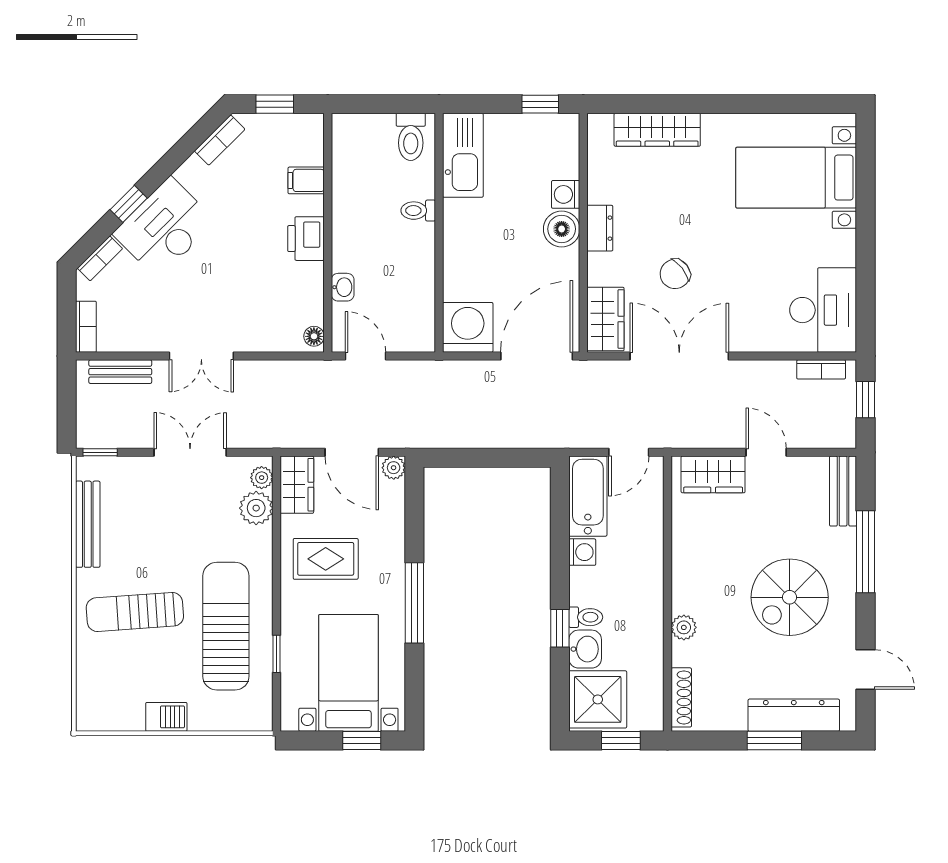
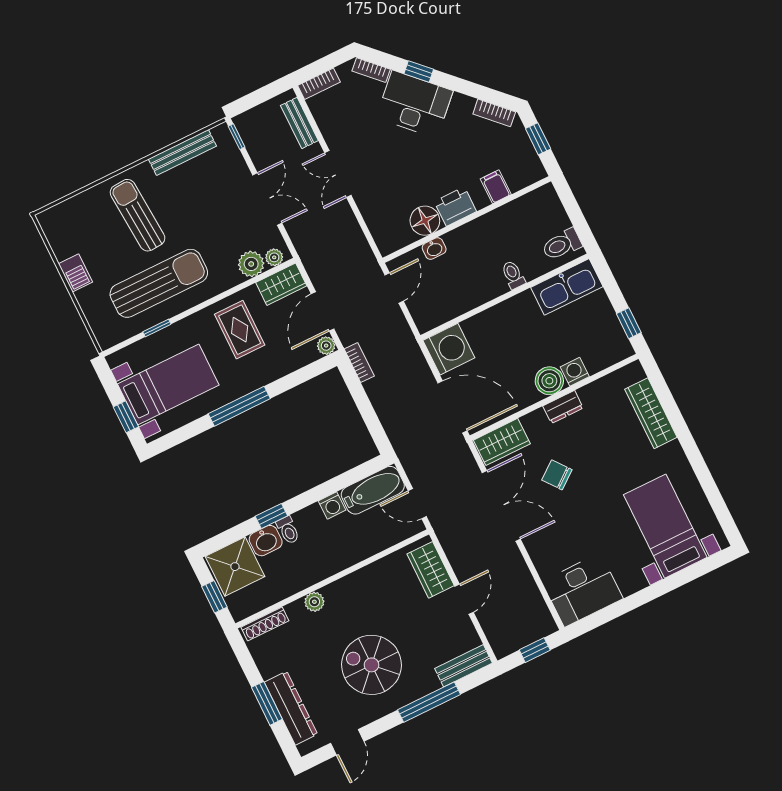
floor lamp: (314, 336) -> (425, 221), moved, width x1.89, depth x1.89
bookcase: (821, 369) -> (359, 362), moved, turned 180

